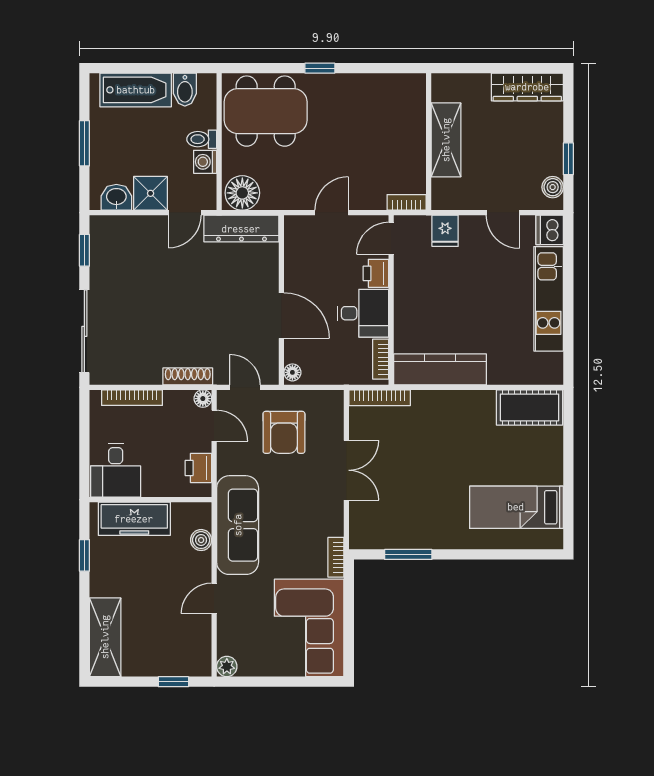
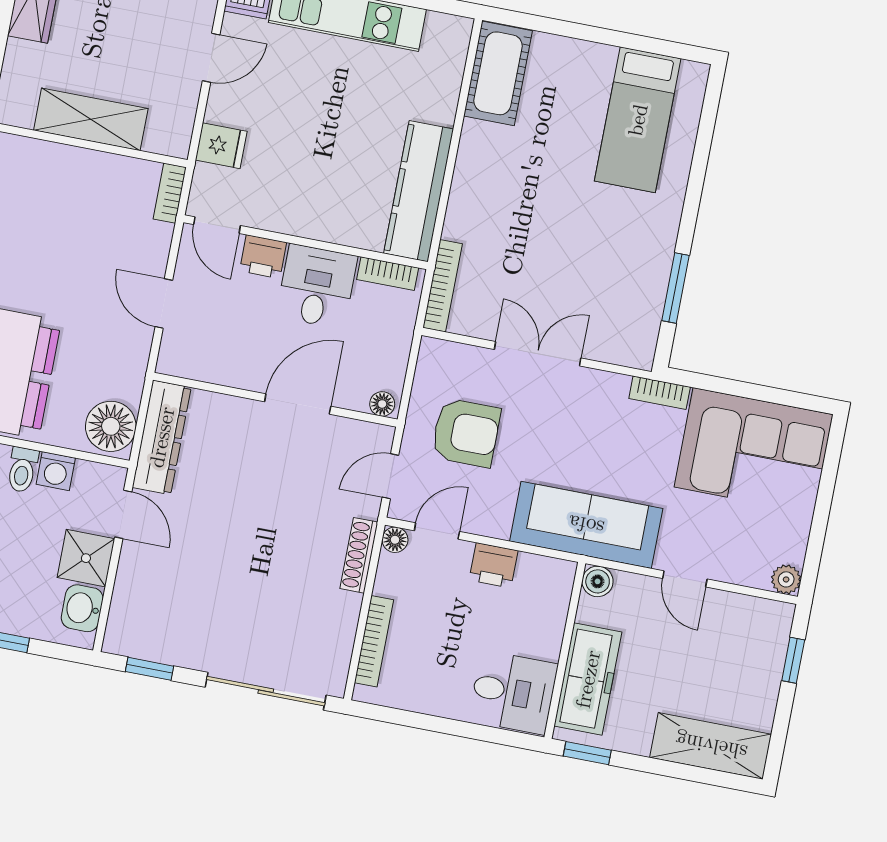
desk: (116, 470) -> (513, 692), moved
wall: (150, 500) -> (565, 650), moved
freezer: (134, 519) -> (588, 679), moved

